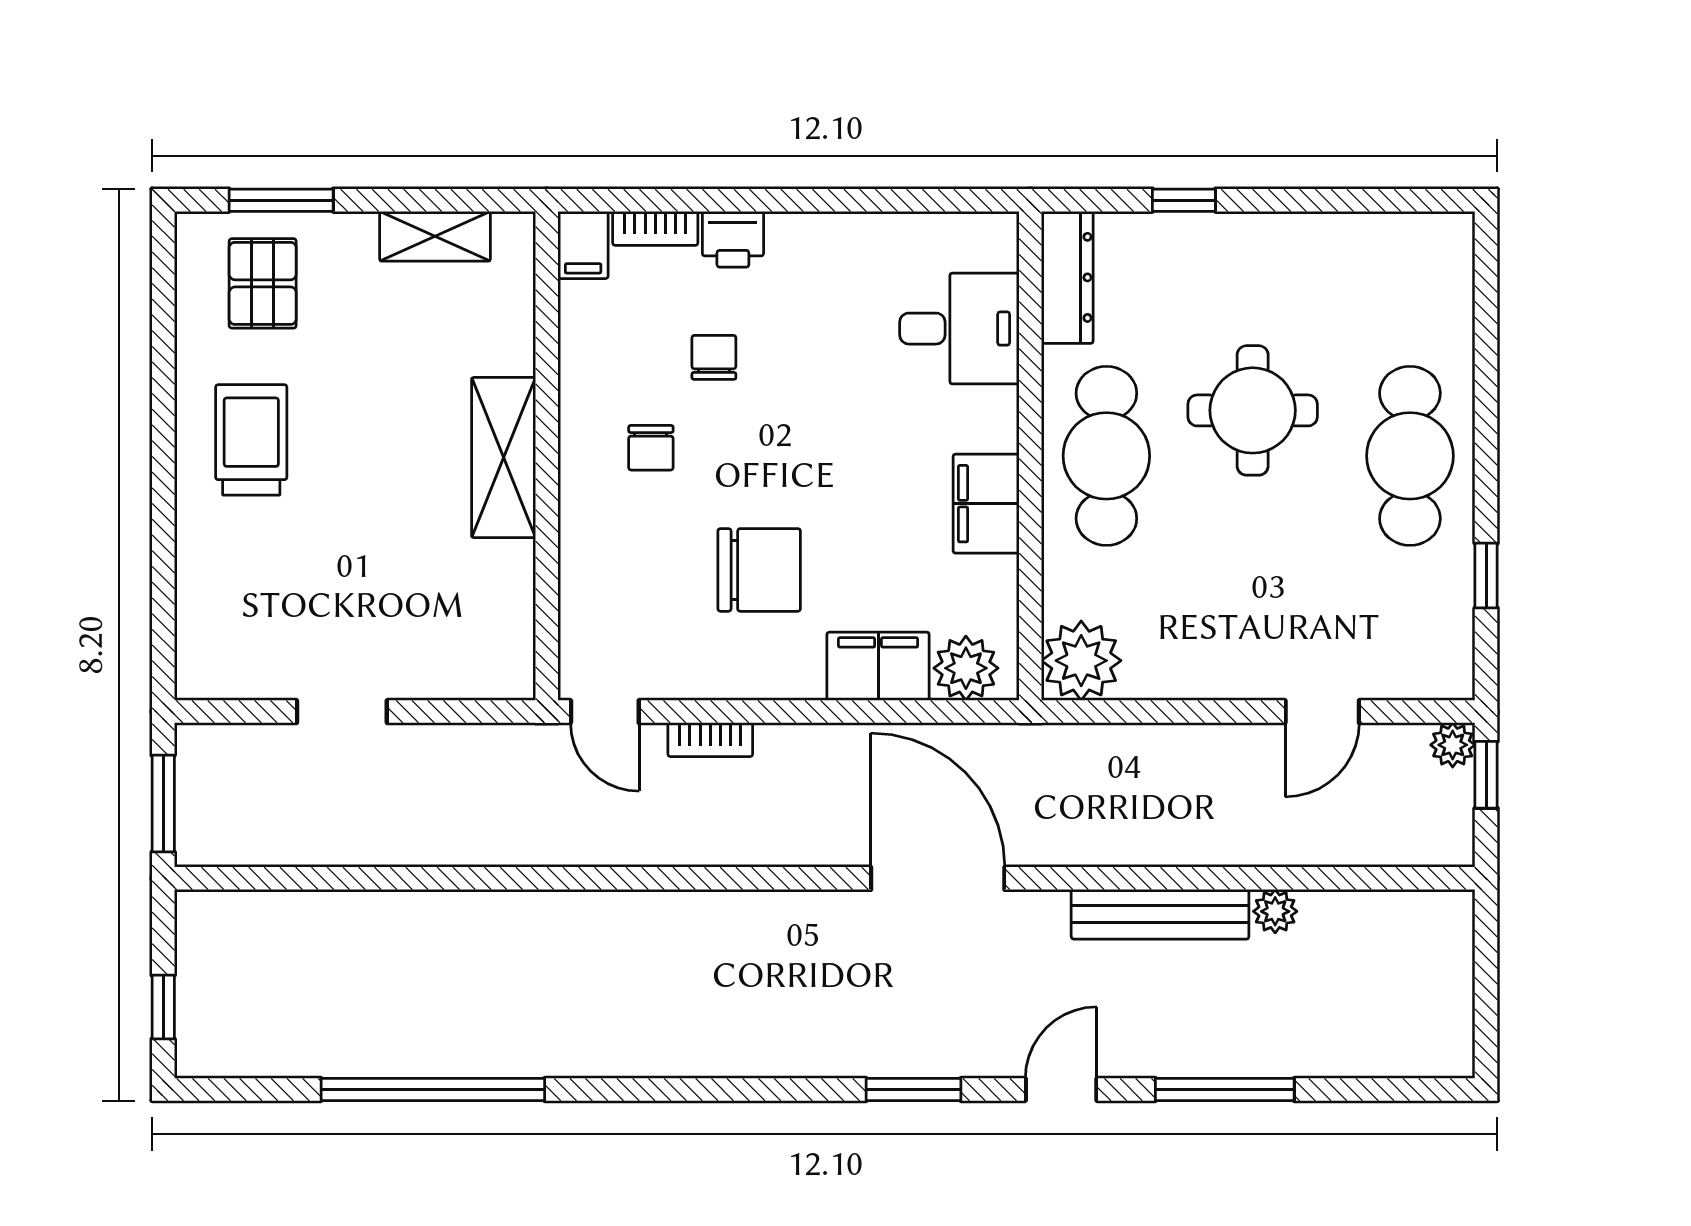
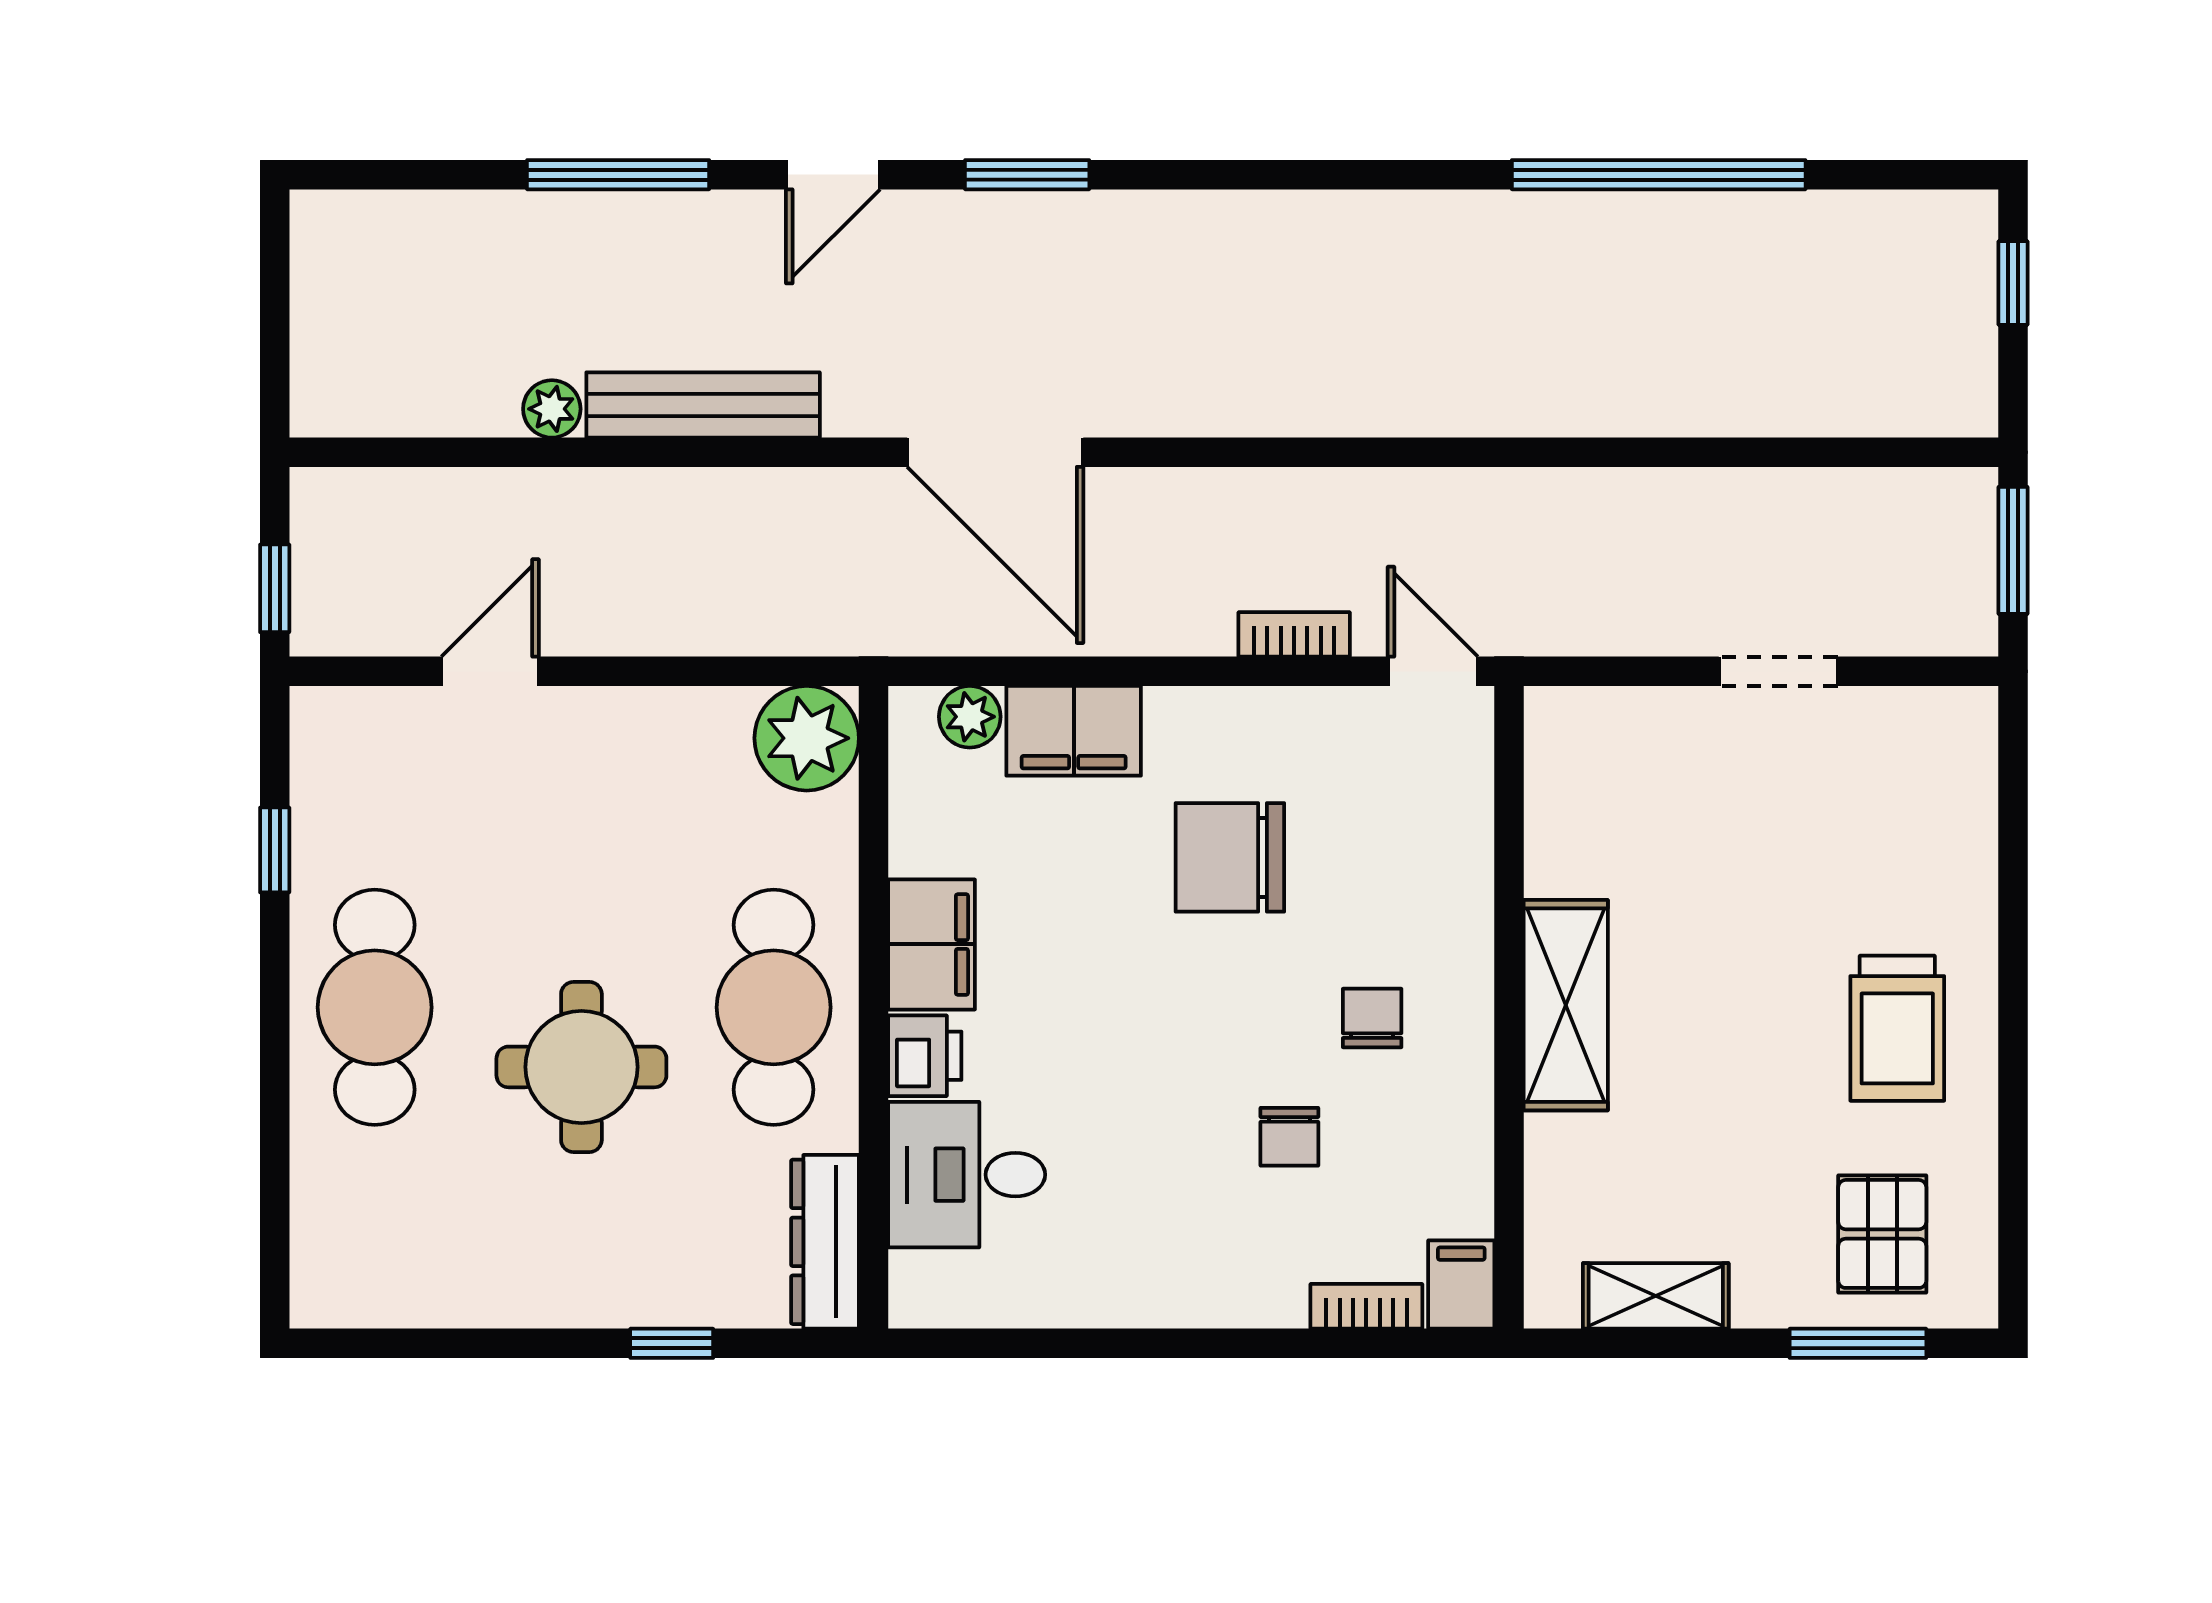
printer: (733, 239) -> (925, 1056), moved, turned 90
plant: (966, 668) -> (970, 717), width x0.73, depth x0.73
plant: (1453, 745) -> (319, 627), removed

